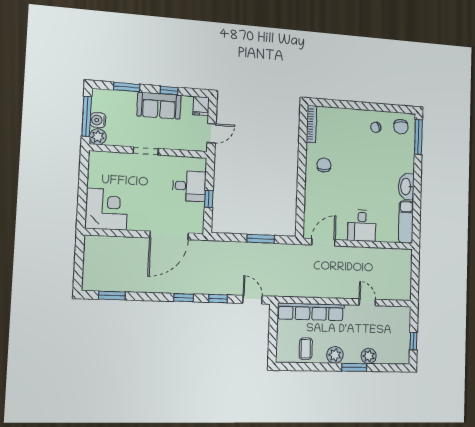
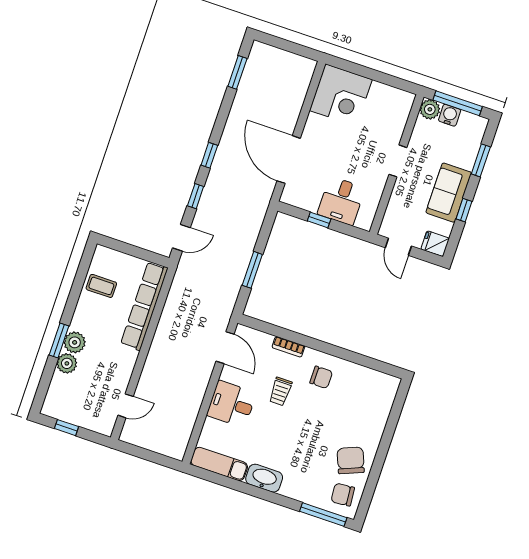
bookcase: (311, 124) -> (288, 347), moved, width x0.64
chair: (376, 127) -> (351, 460), width x1.87, depth x1.87
trolley: (343, 192) -> (280, 391), added
door: (367, 302) -> (126, 406), moved
plant: (335, 355) -> (75, 342), moved

